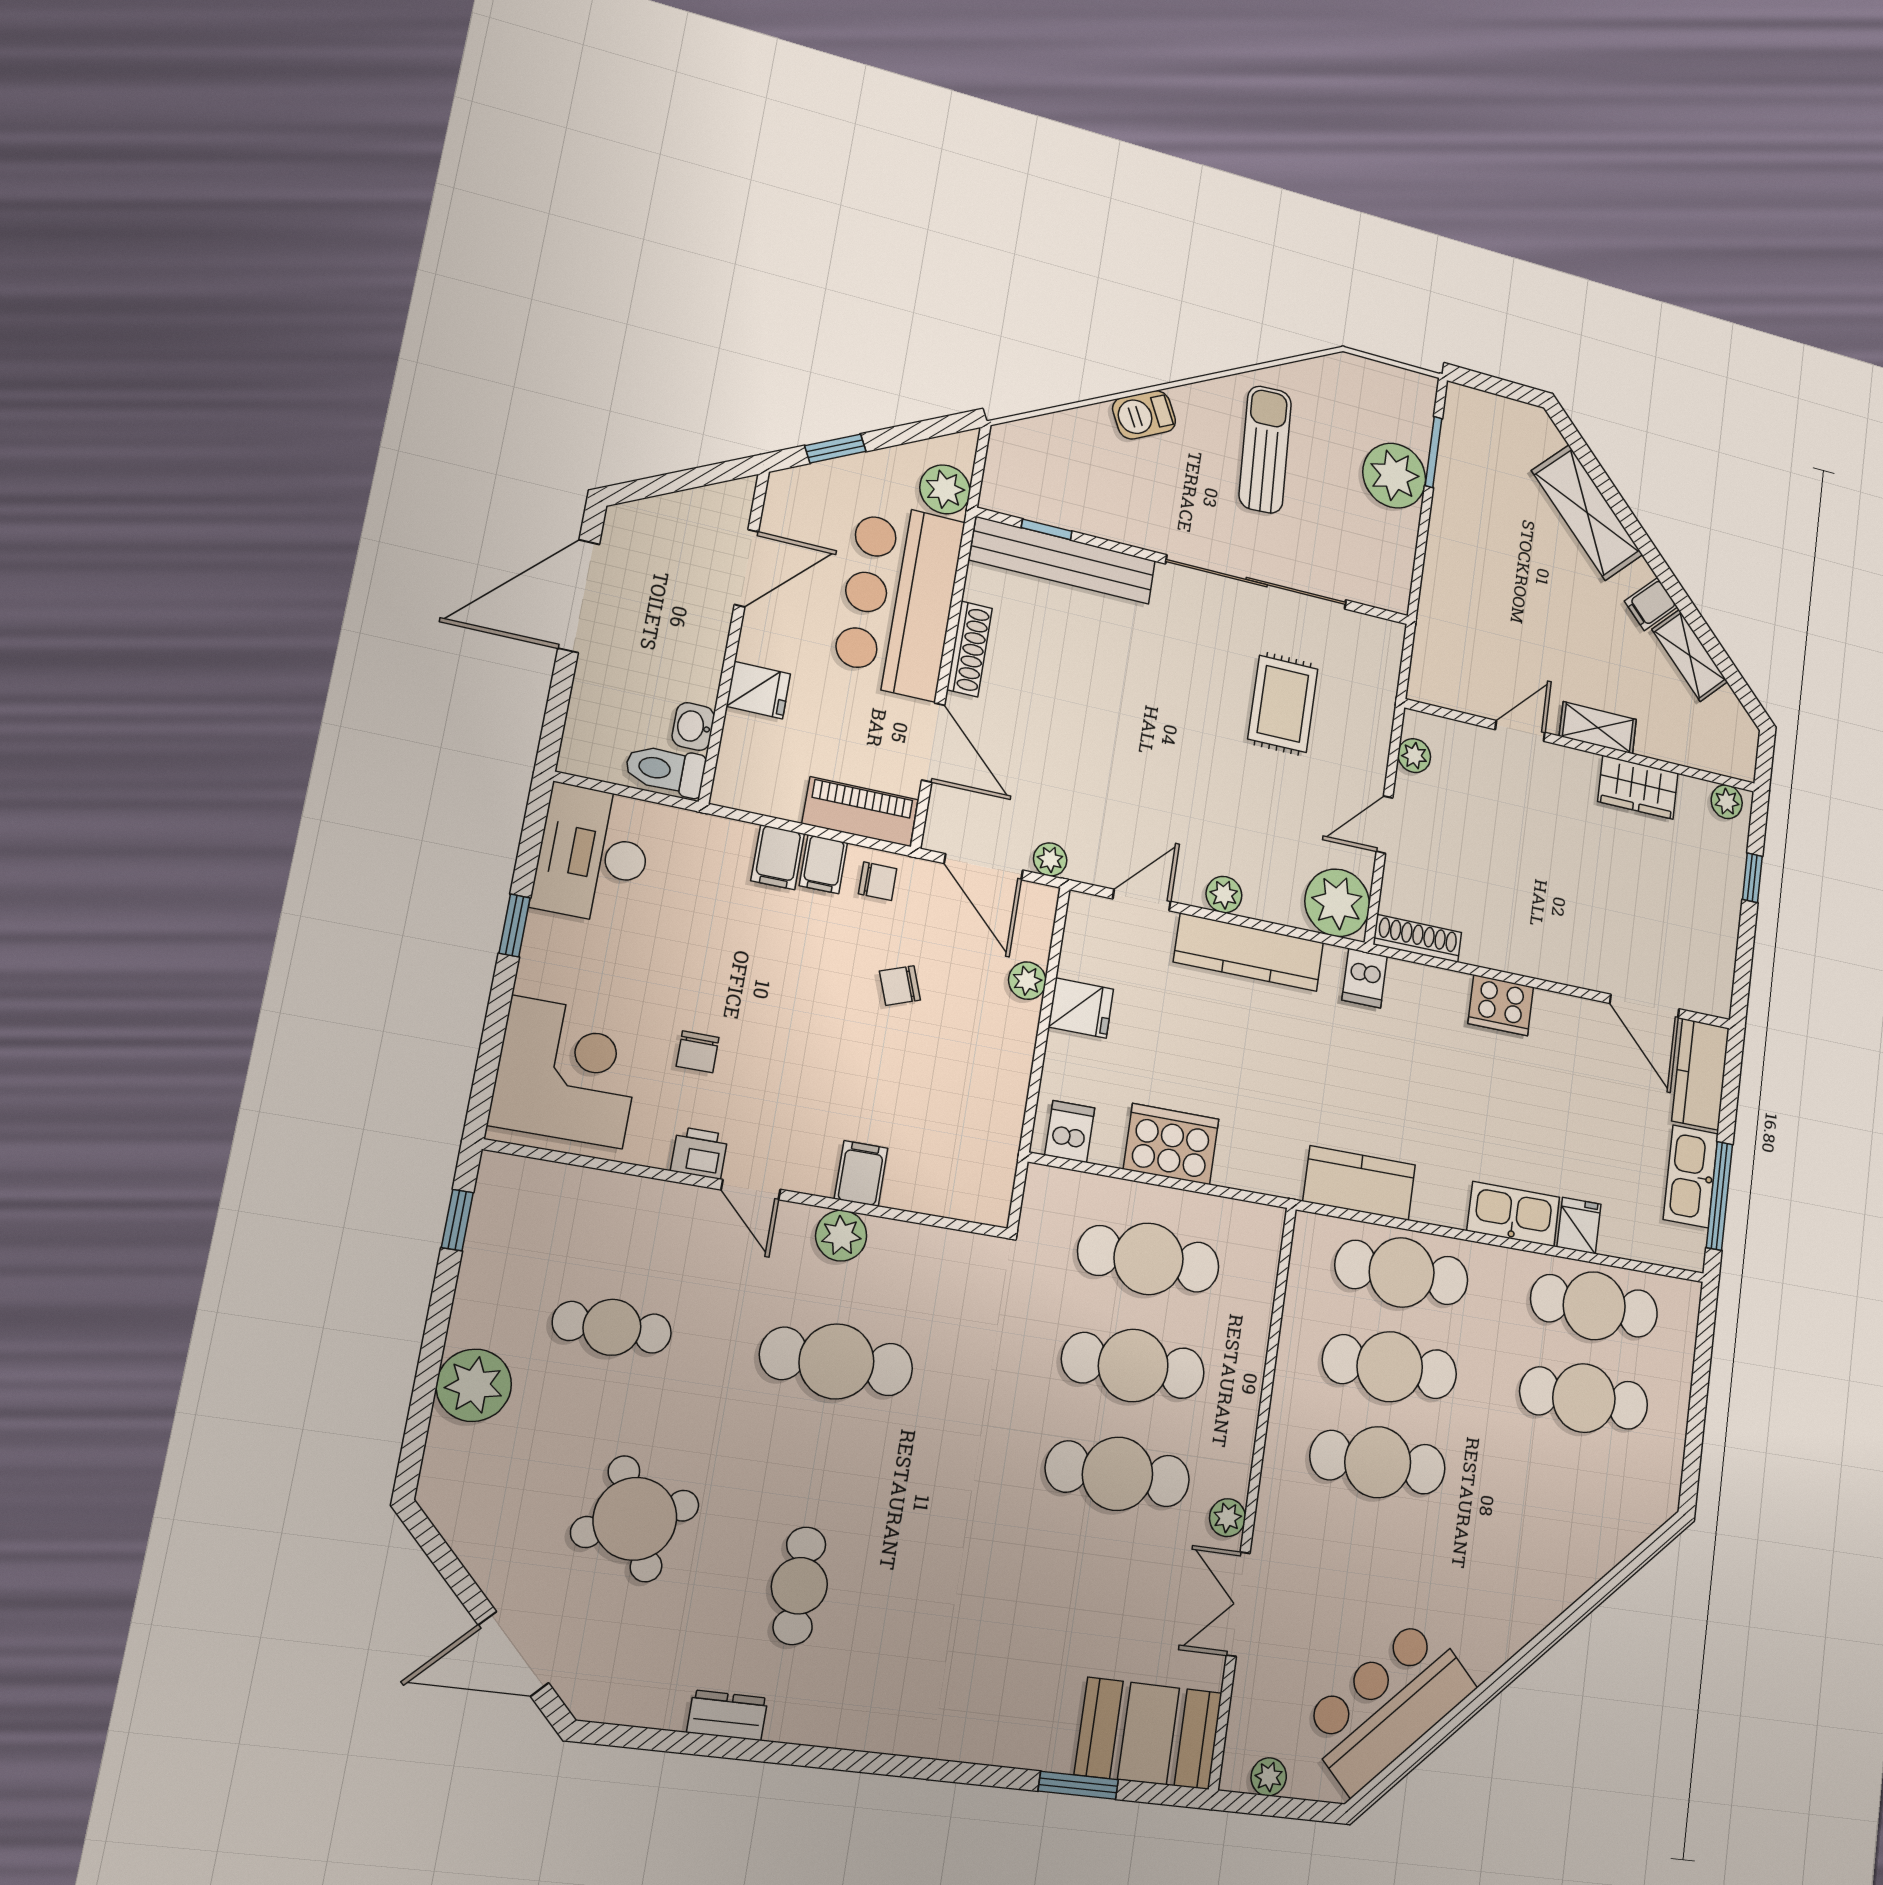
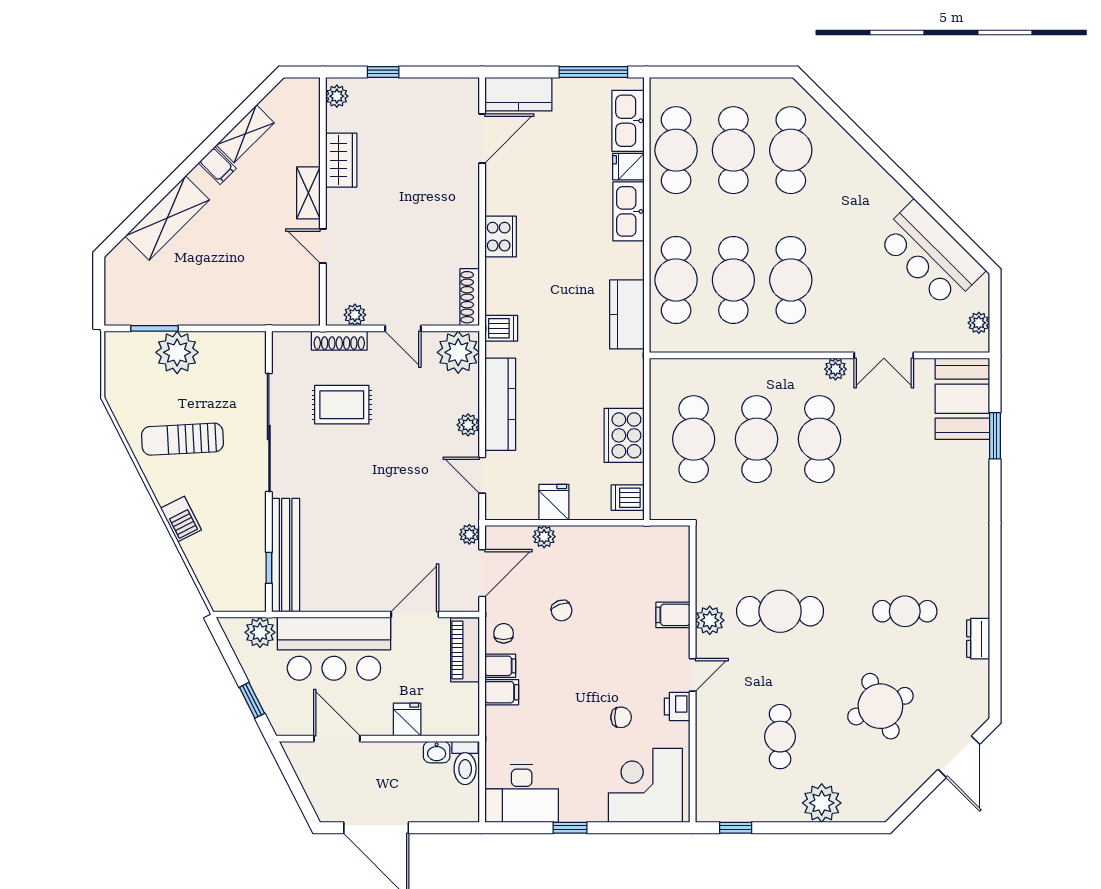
shoe rack: (969, 649) -> (339, 341), moved, turned 180
kitchen sink: (1691, 1177) -> (628, 121), moved, turned 90
cafe table: (836, 1361) -> (780, 611), turned 90
cafe table: (1573, 1492) -> (791, 150), added

